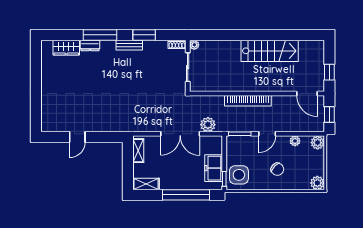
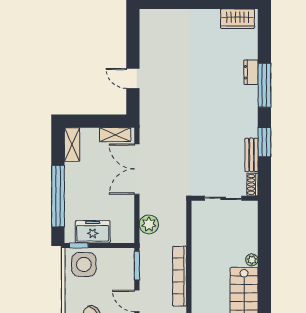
bench: (129, 45) -> (251, 155), moved
plant: (194, 45) -> (252, 260), moved
wardrobe: (66, 48) -> (238, 19), moved, turned -90
double door: (180, 134) -> (137, 169), moved
door: (77, 137) -> (133, 78), moved

